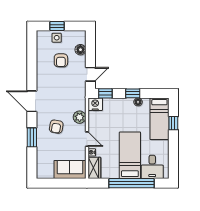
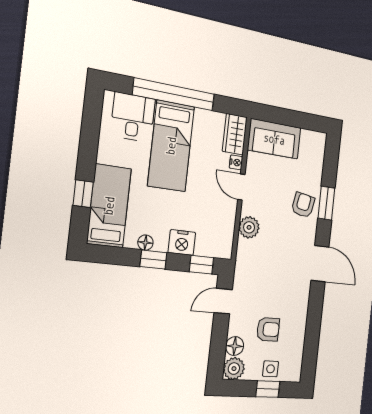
plant: (79, 37) -> (234, 369), added
armchair: (61, 60) -> (268, 329), turned 90
nightstand: (95, 104) -> (182, 243), moved
armchair: (56, 127) -> (303, 205), moved

